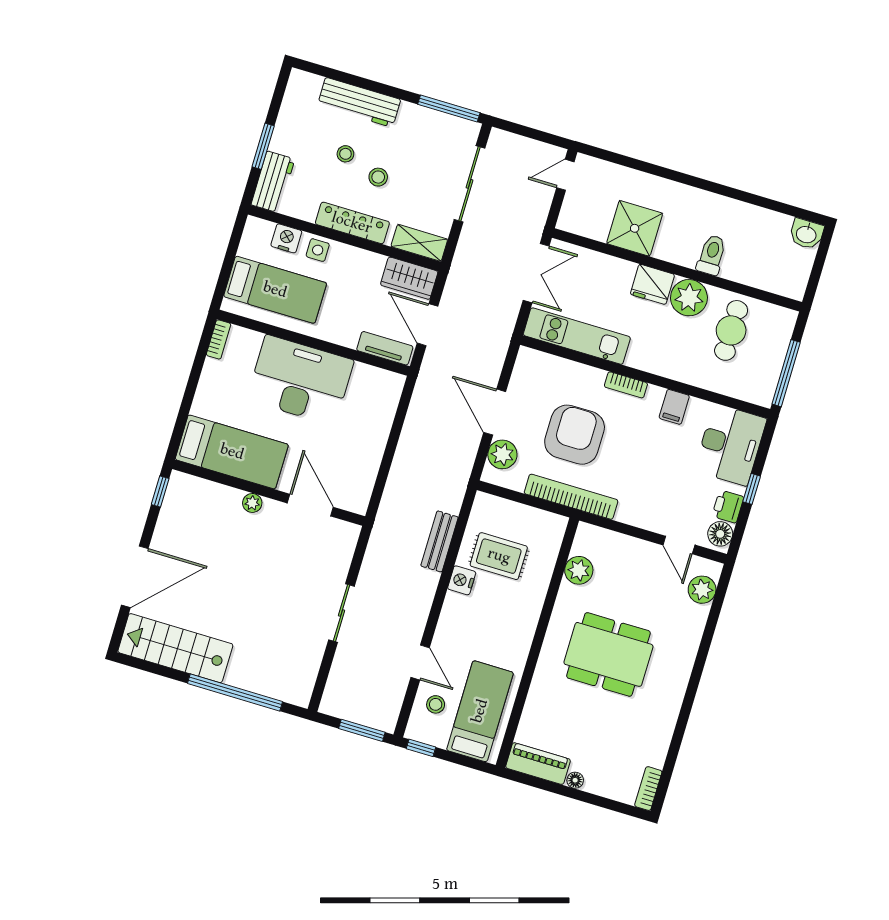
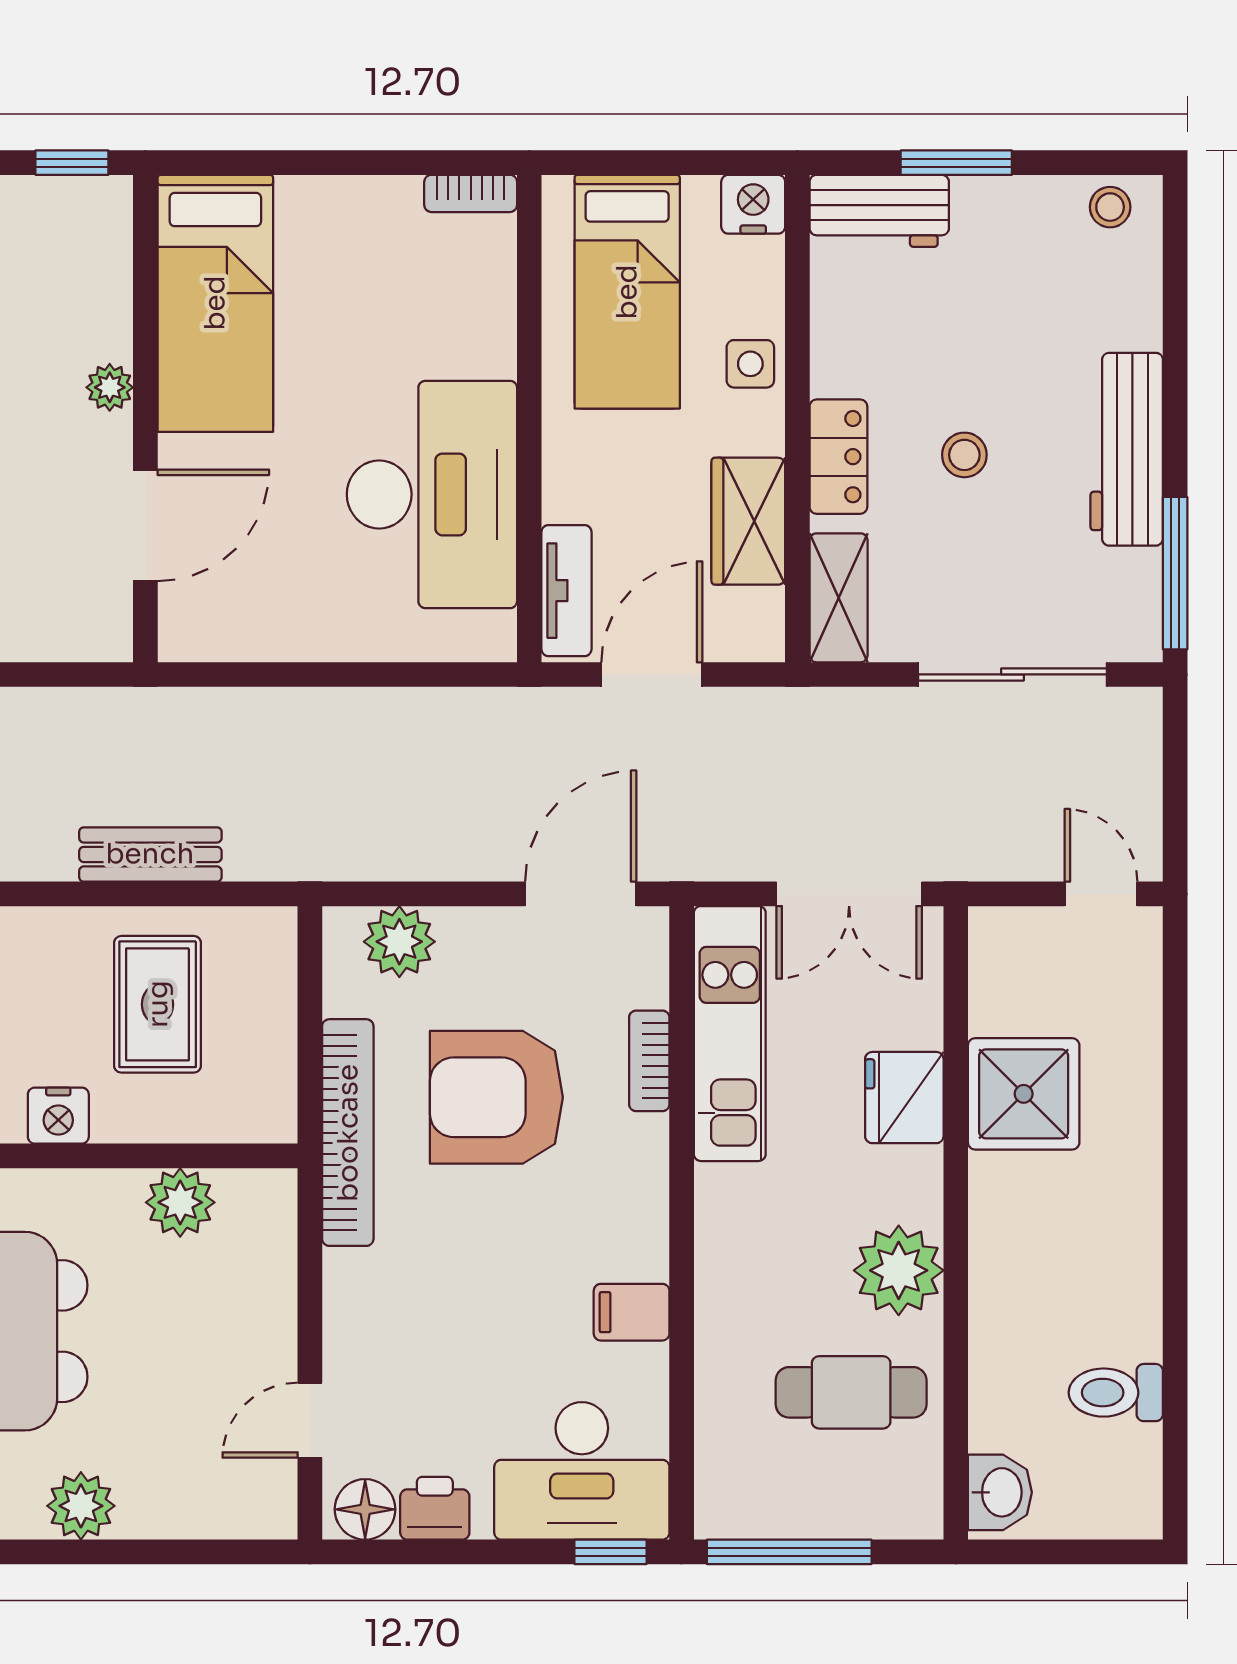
workbench: (359, 102) -> (1127, 449), moved
stool: (345, 154) -> (1110, 207), moved
locker: (352, 223) -> (838, 457), width x0.66
washbasin: (806, 234) -> (1000, 1492), moved, turned 180
nightstand: (286, 238) -> (753, 204), moved, turned -90
toilet: (712, 255) -> (1116, 1393), moved, turned 180
wardrobe: (409, 278) -> (748, 521), moved
fridge: (652, 284) -> (904, 1098), moved
desk: (300, 380) -> (432, 494), moved
bookcase: (626, 385) -> (649, 1061), moved
door: (495, 412) -> (581, 894), moved
armchair: (575, 435) -> (496, 1097), turned 180
window: (752, 489) -> (611, 1552), moved
nightstand: (462, 580) -> (58, 1116), moved, turned 180
plant: (702, 590) -> (81, 1506), moved

